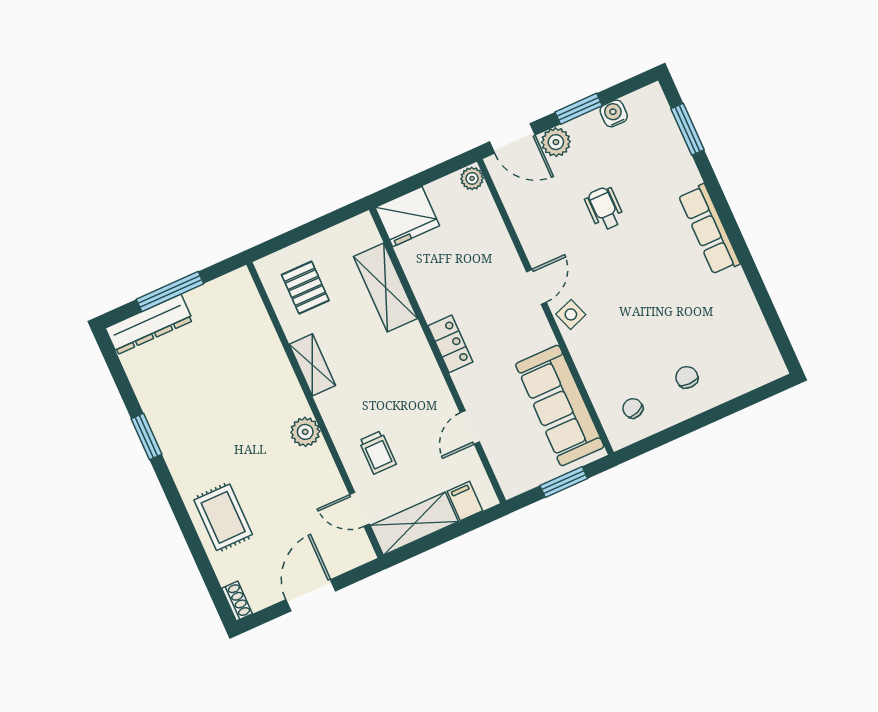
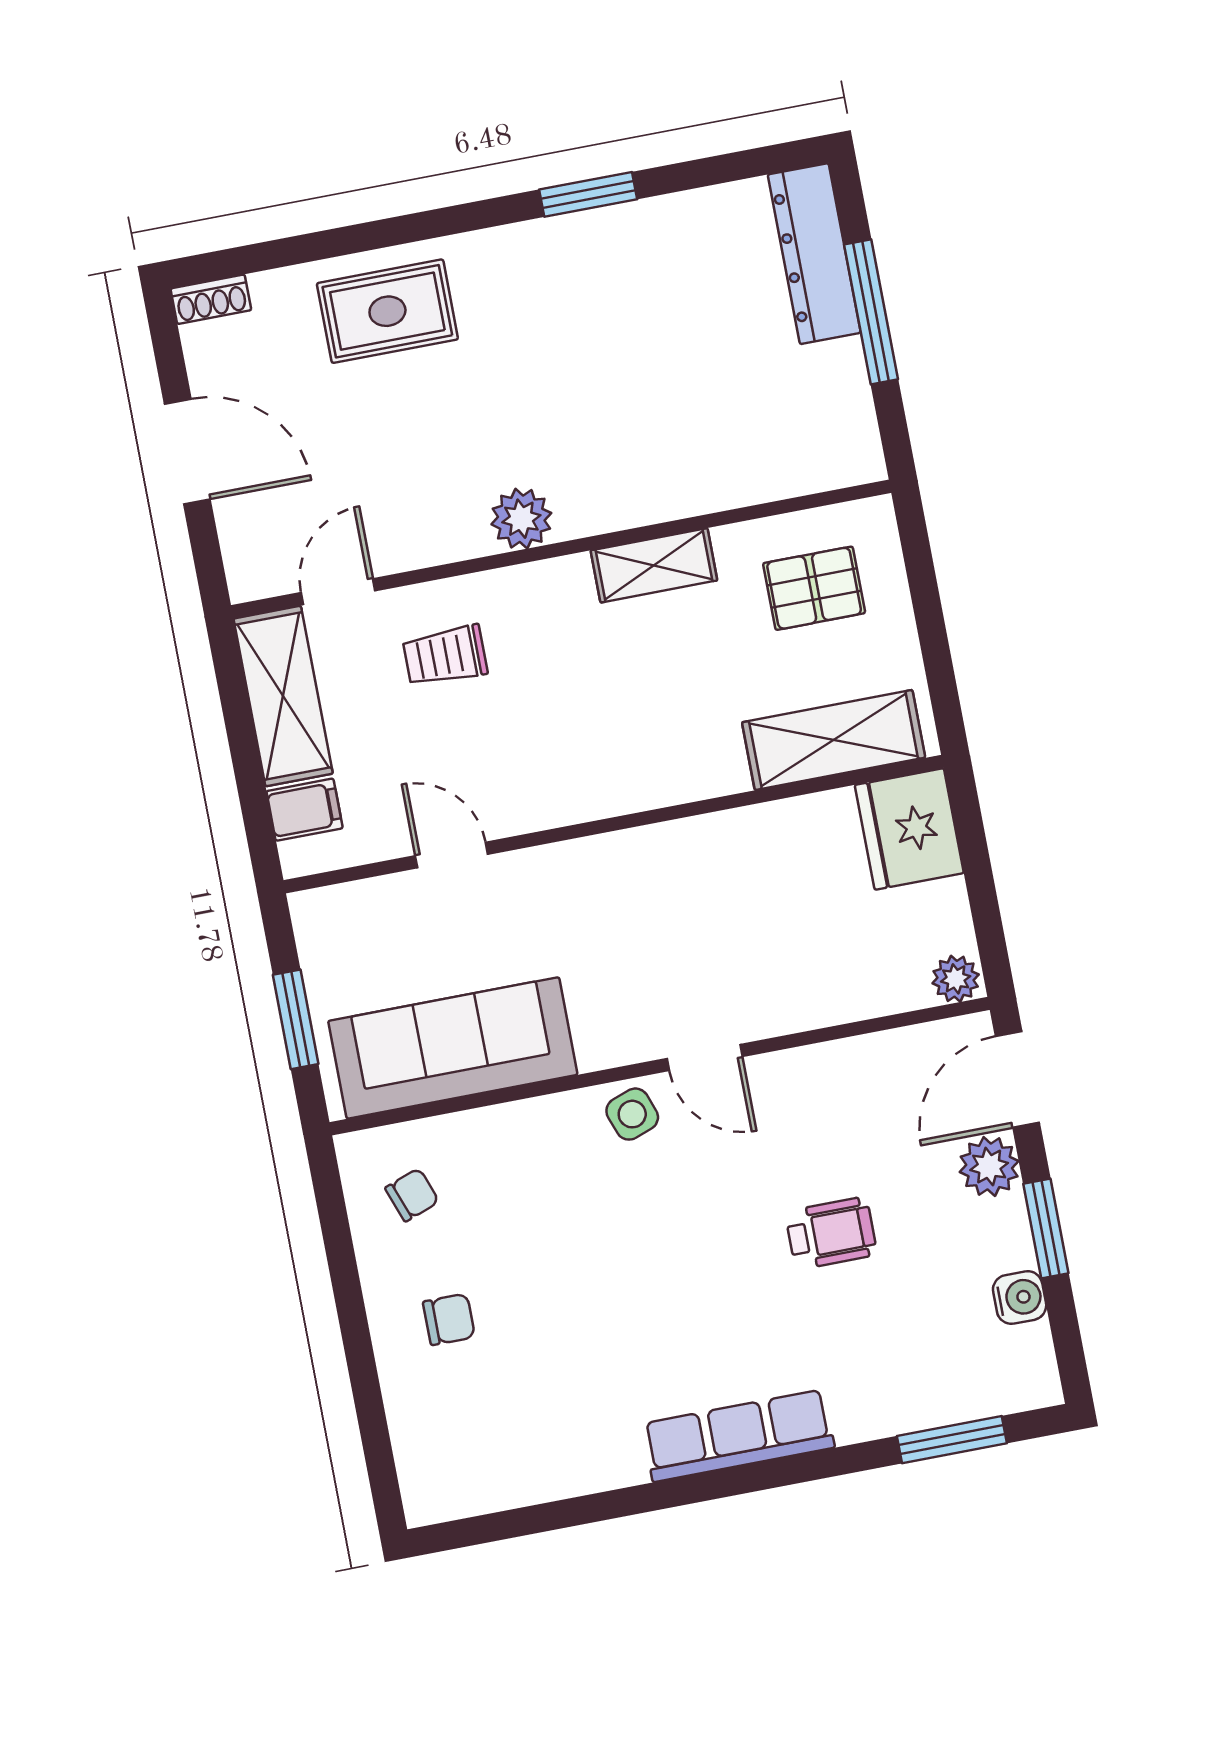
shelving: (386, 288) -> (834, 740), moved
locker: (450, 344) -> (630, 856), removed

